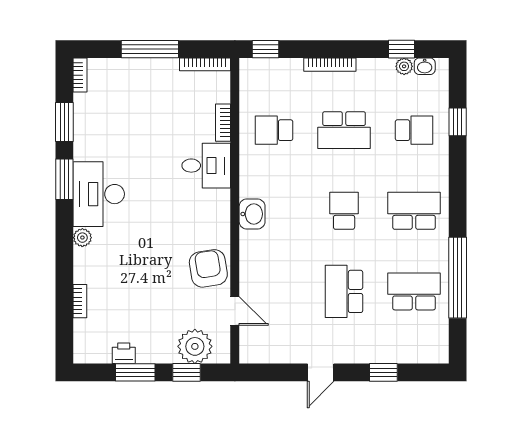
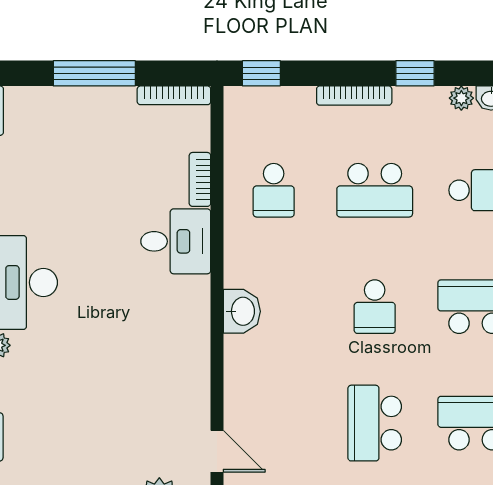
window: (402, 49) -> (415, 73), moved
school desk: (274, 130) -> (274, 190), turned -90
school desk: (344, 211) -> (375, 307), turned 180
armchair: (208, 268) -> (179, 390), removed

